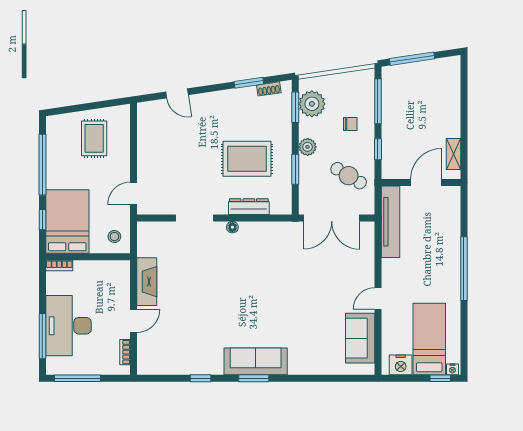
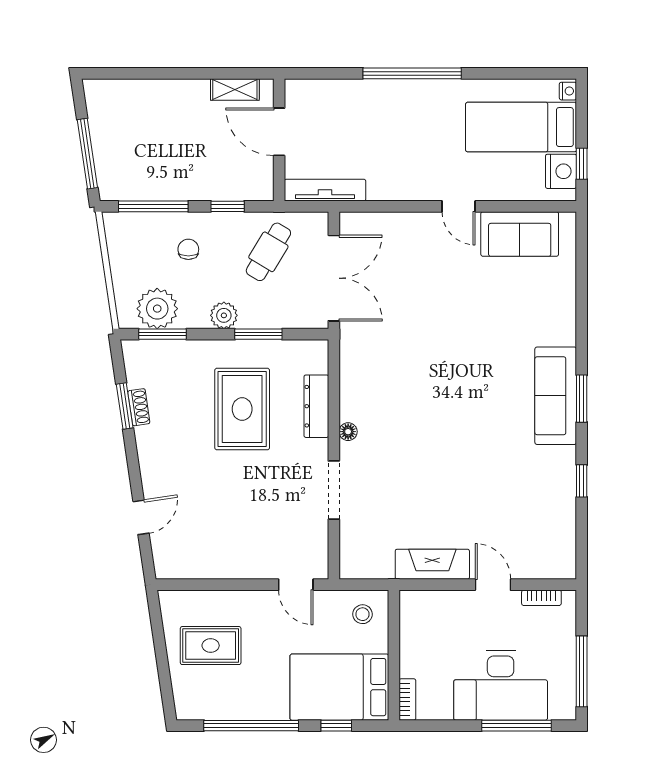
shoe rack: (269, 89) -> (139, 407), moved
tv unit: (391, 222) -> (325, 190), width x0.73, depth x0.78
window: (440, 378) -> (582, 164), moved

